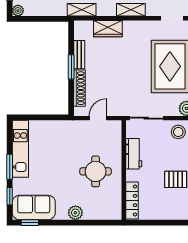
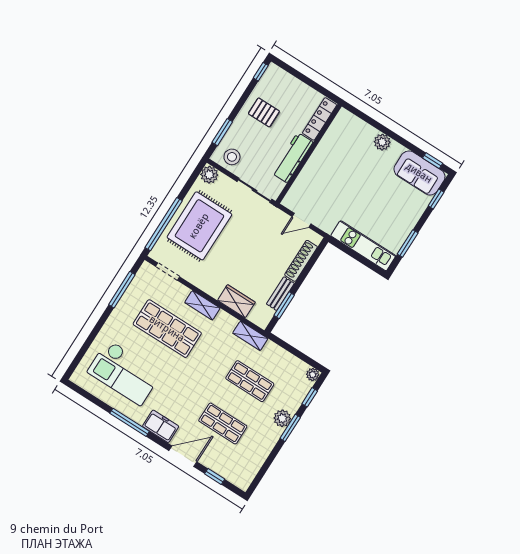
window: (71, 67) -> (284, 305), moved
kitchen unit: (20, 149) -> (363, 246), moved, turned 90
workbench: (134, 154) -> (292, 158), width x1.38
window: (10, 167) -> (408, 244), moved
round table: (96, 171) -> (337, 170), removed

